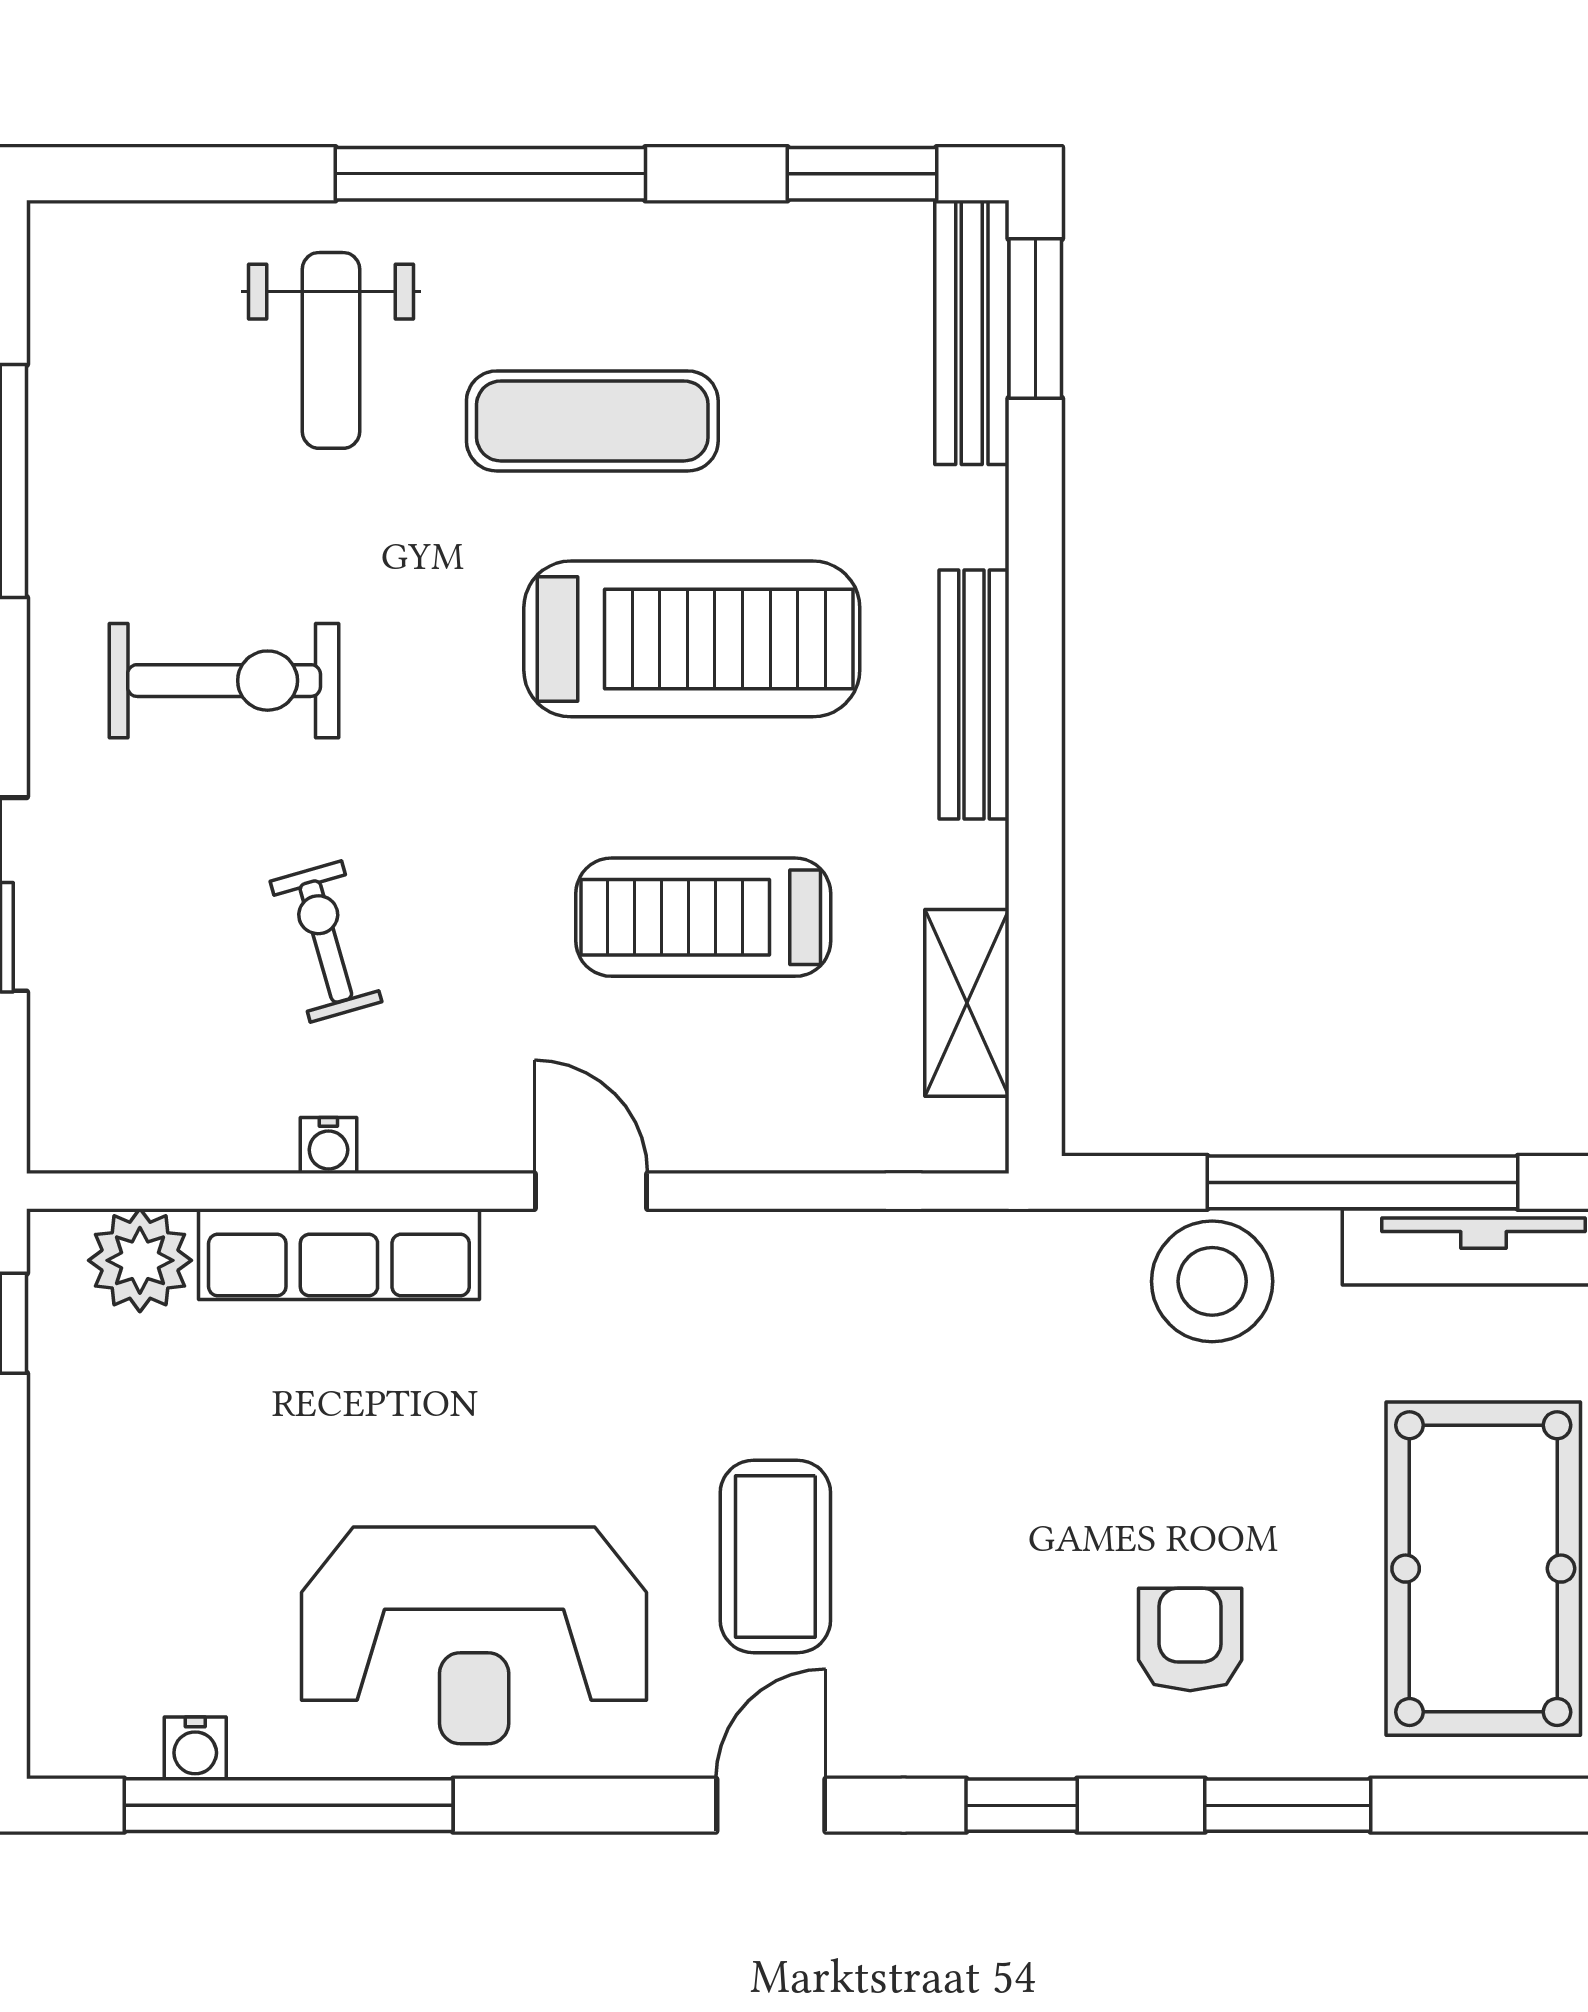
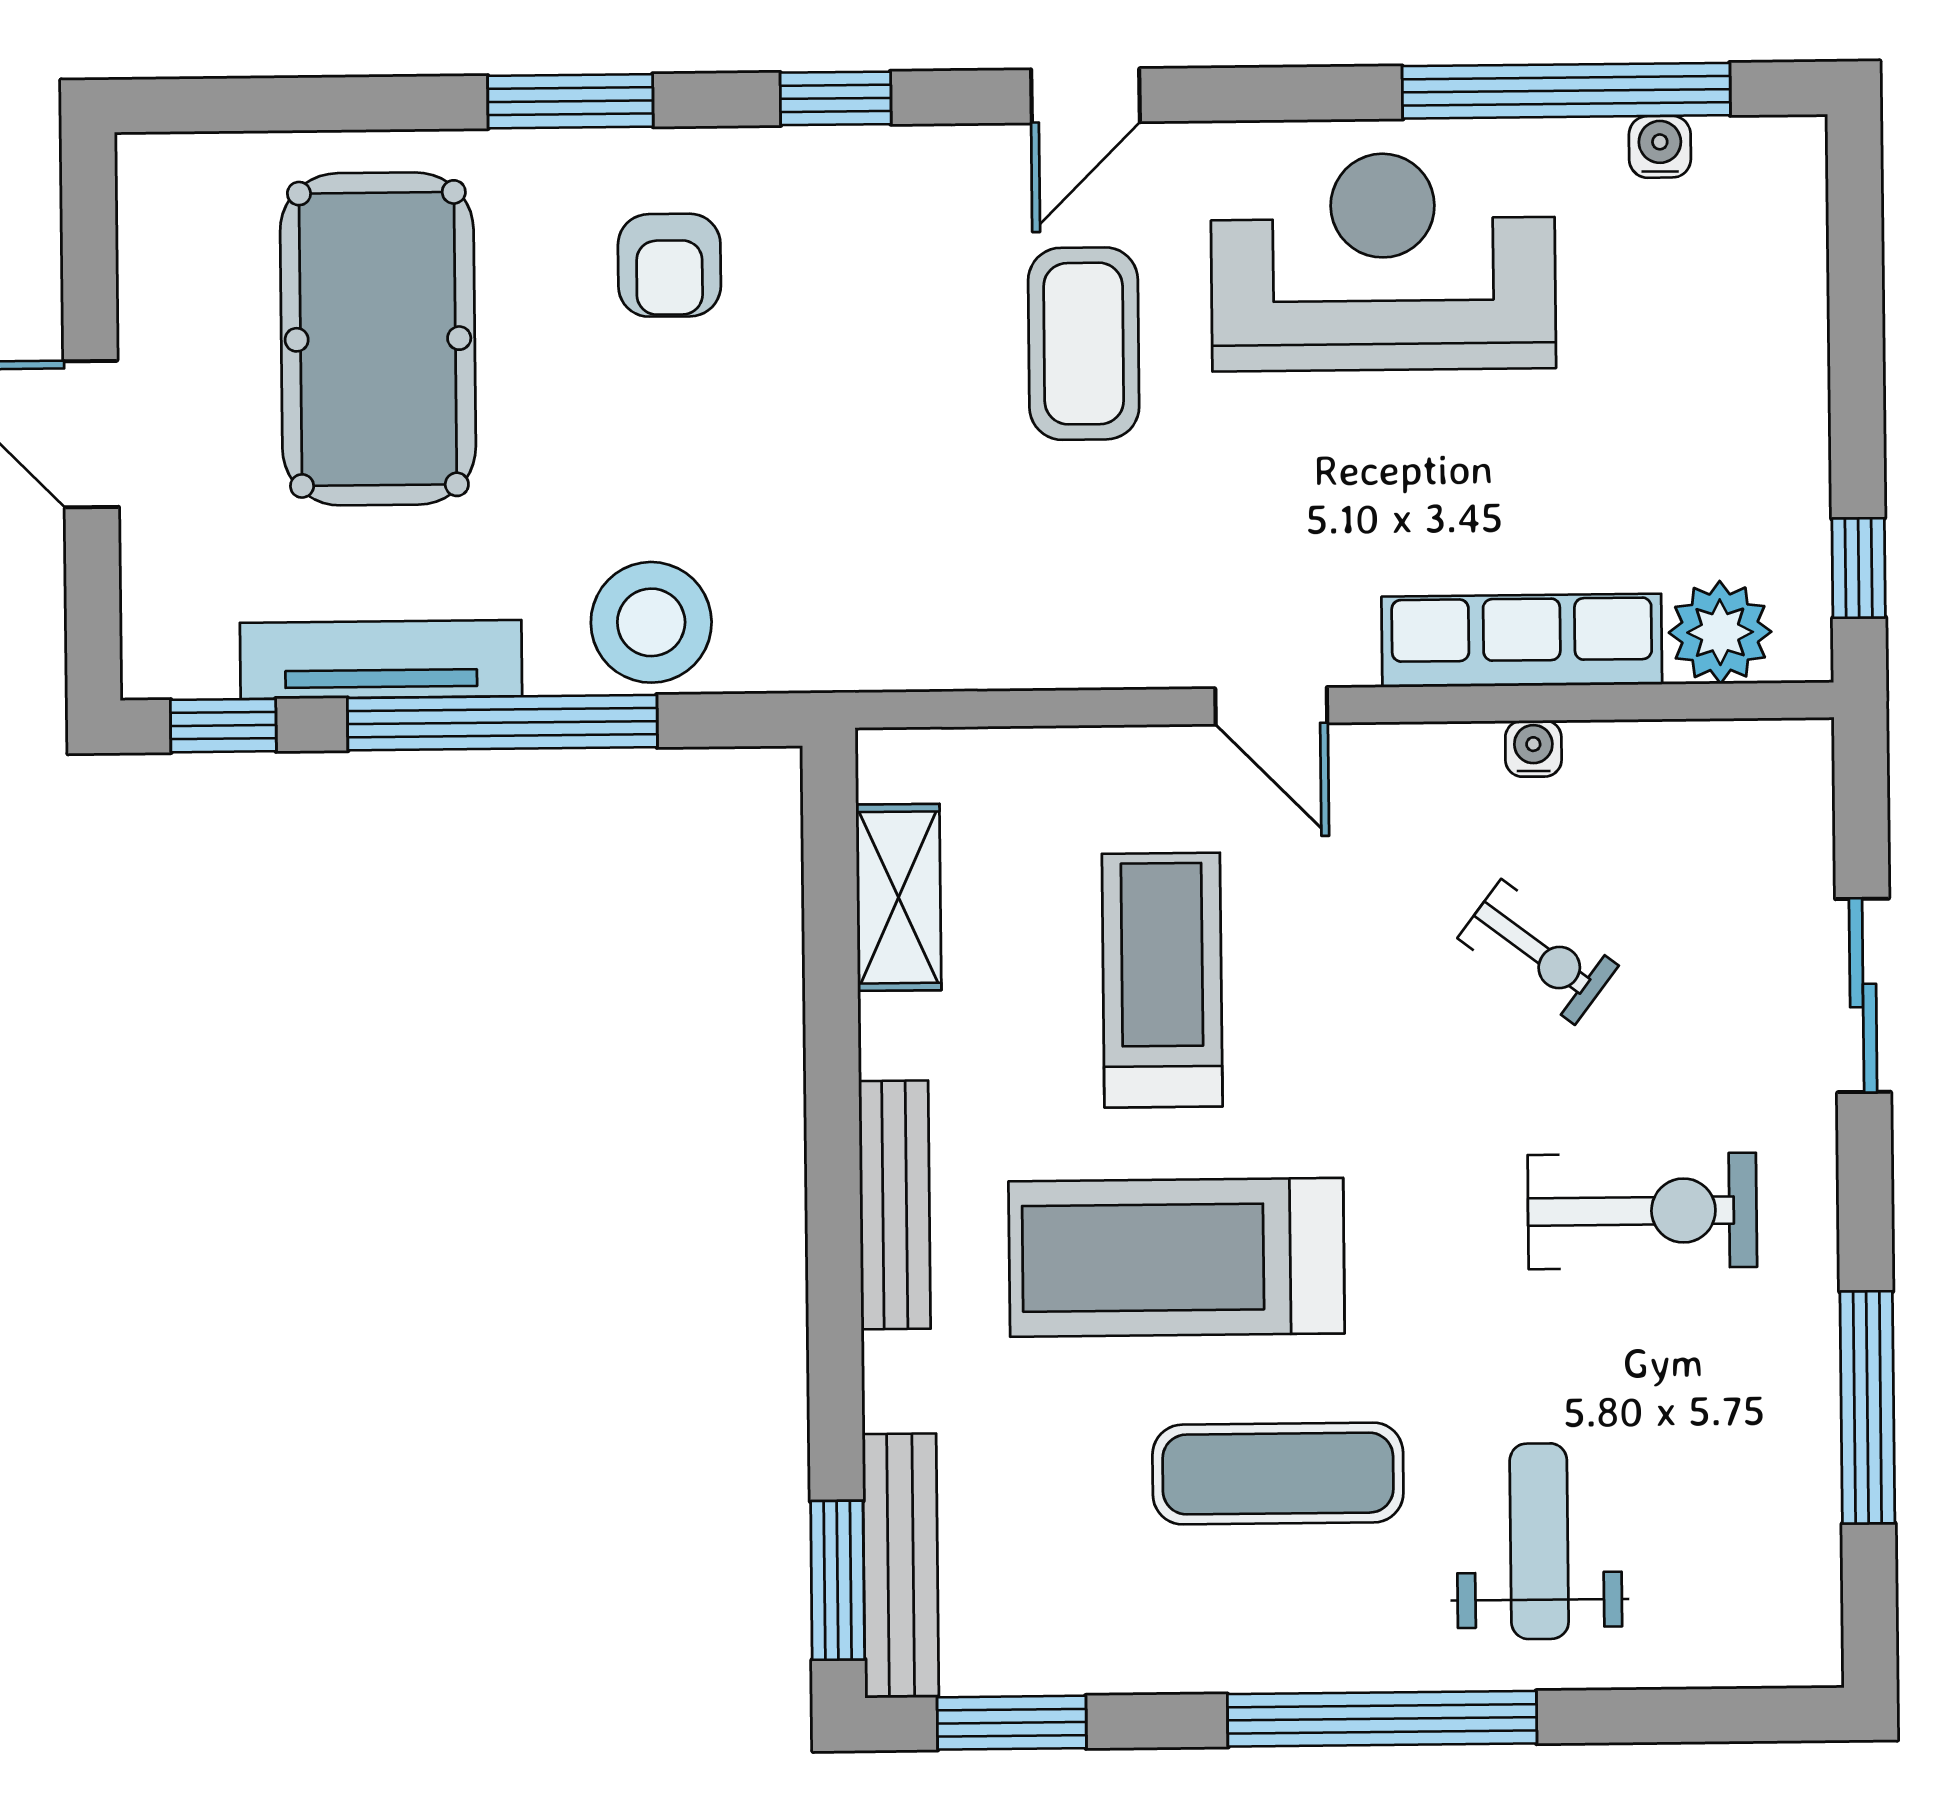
exercise bike: (224, 681) -> (1642, 1211), turned 180
treadmill: (703, 917) -> (1162, 980), turned -90
exercise bike: (326, 942) -> (1538, 952), turned -37

